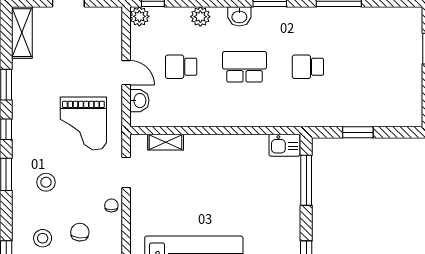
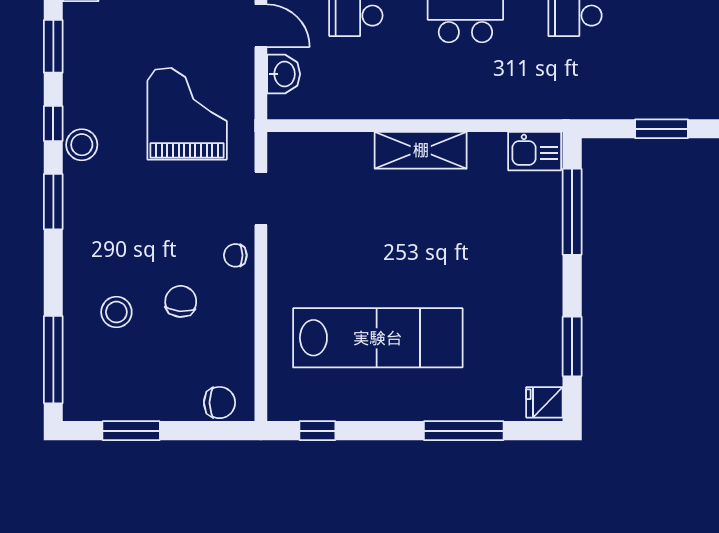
grand piano: (83, 124) -> (187, 114), turned 180
shelving: (166, 142) -> (421, 150), moved, width x1.50, depth x1.33
stool: (46, 182) -> (82, 145), moved
chair: (111, 205) -> (235, 255), turned -90

